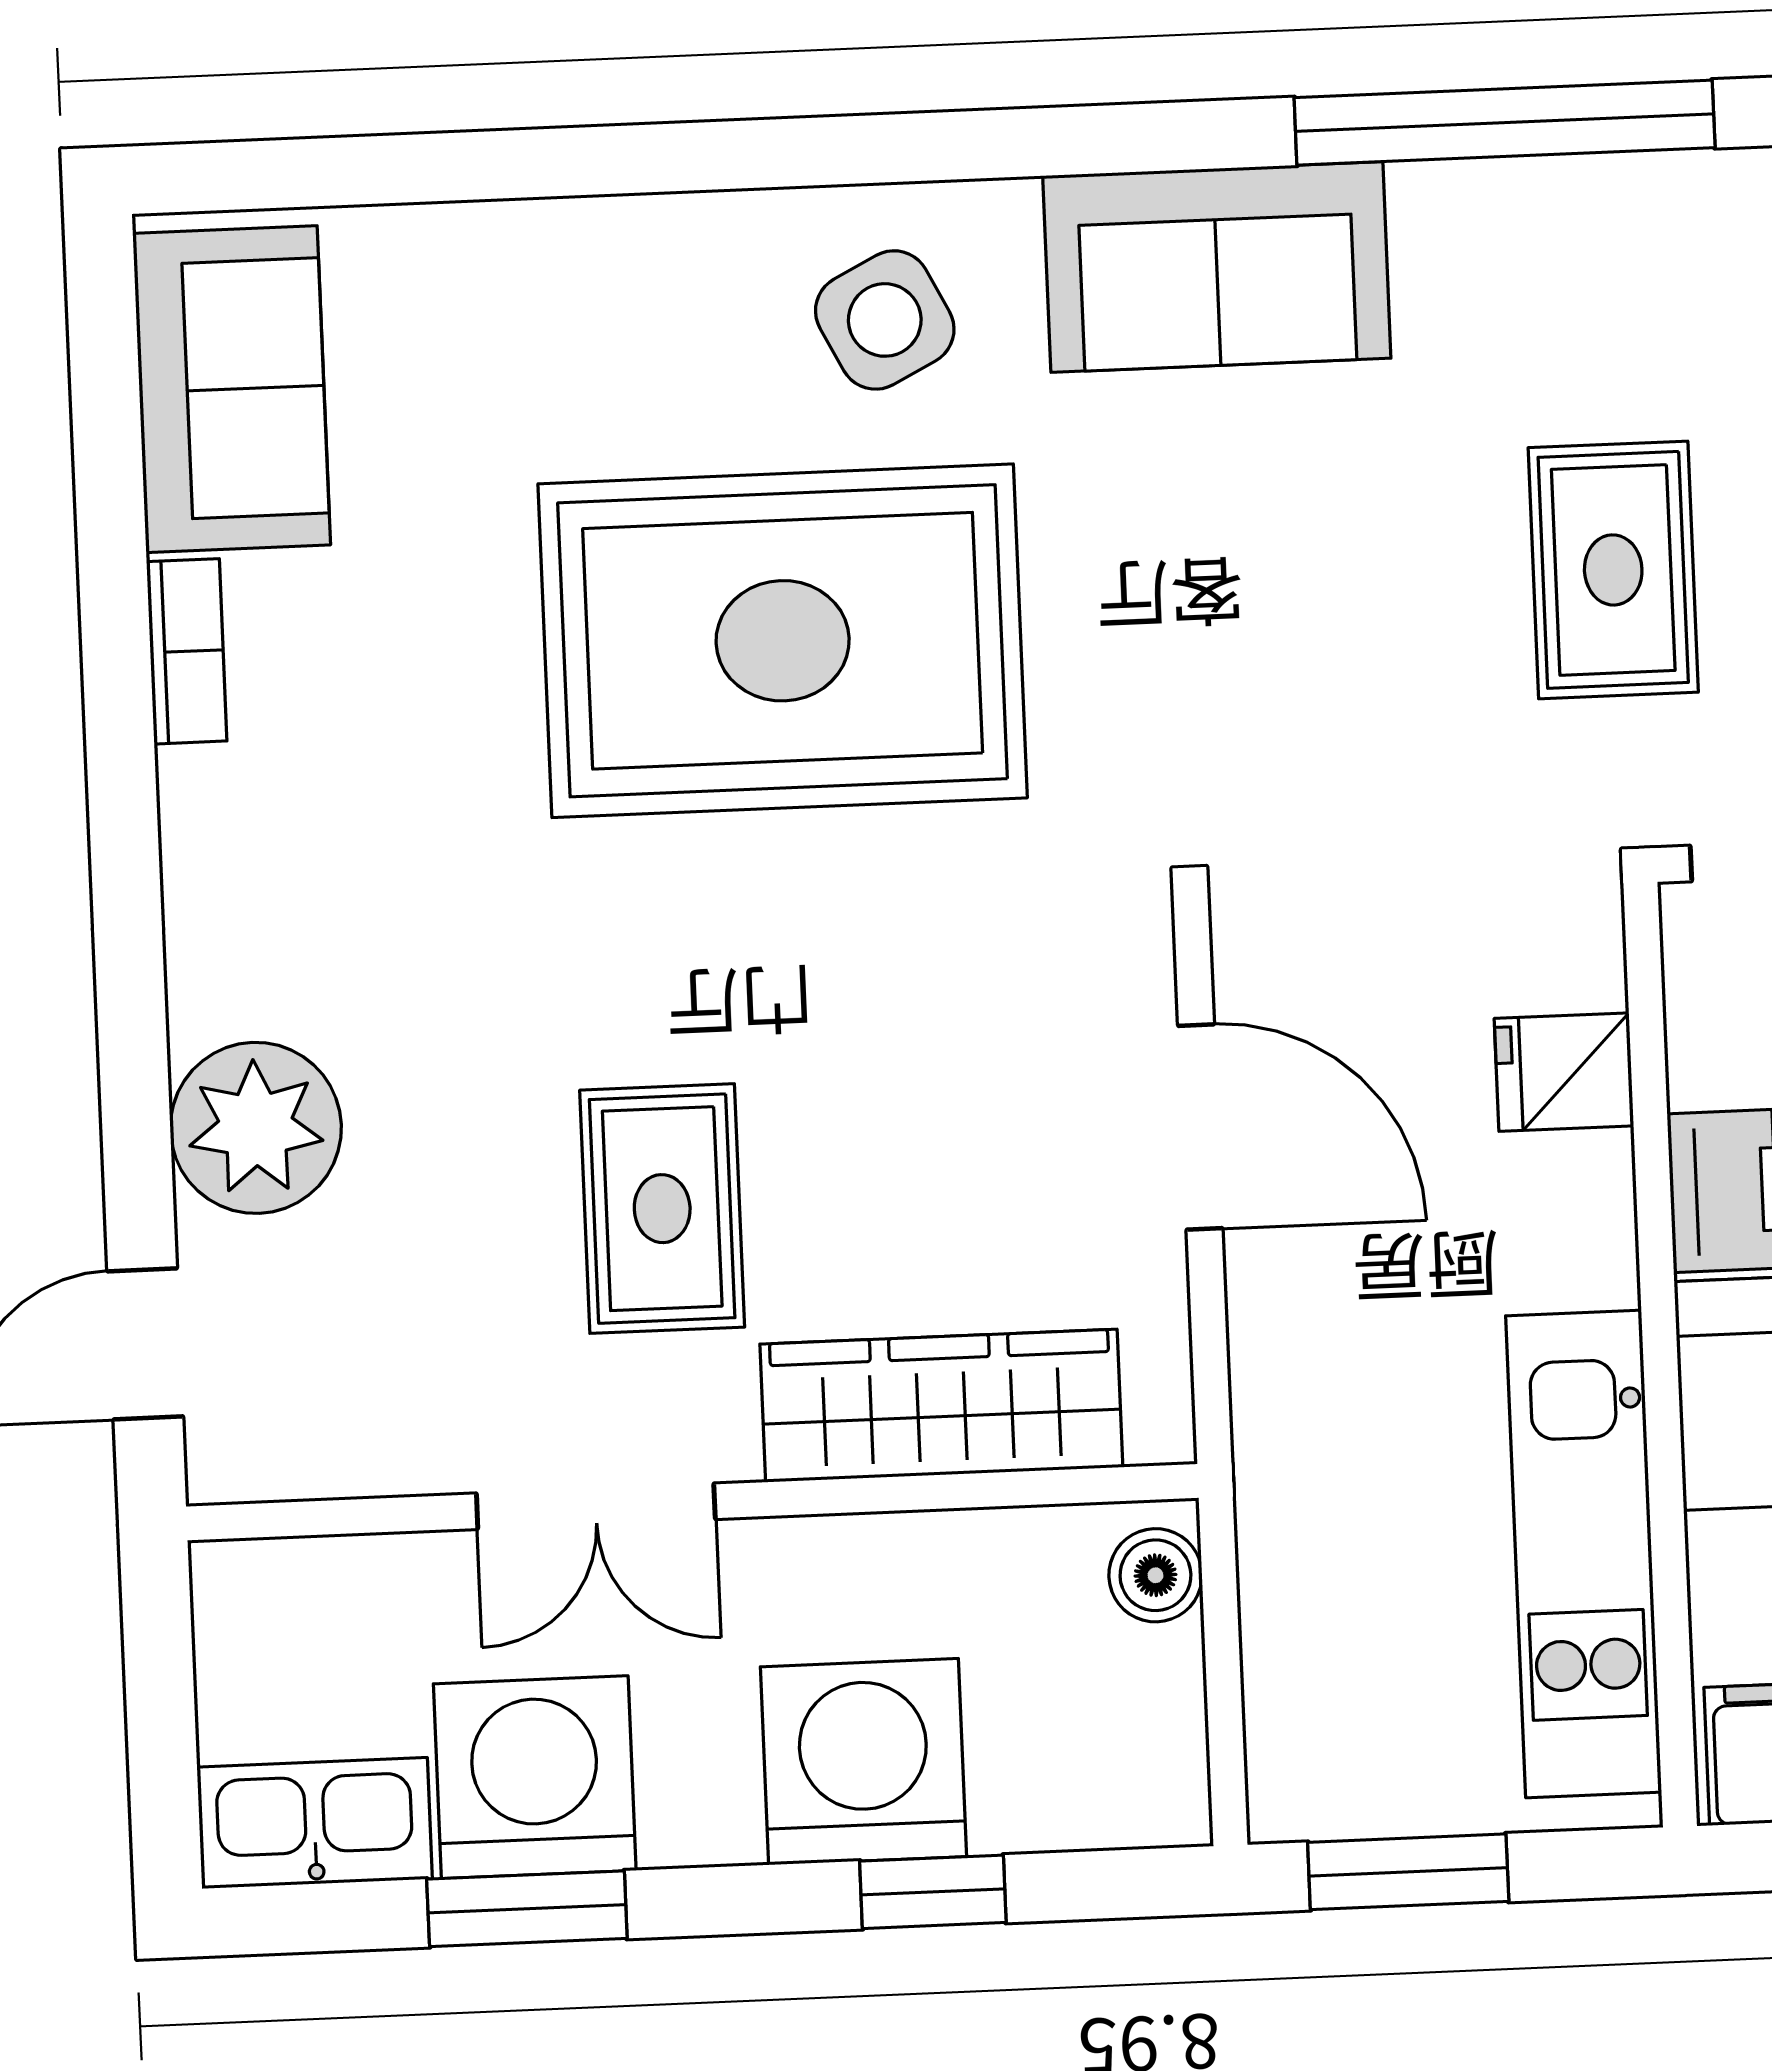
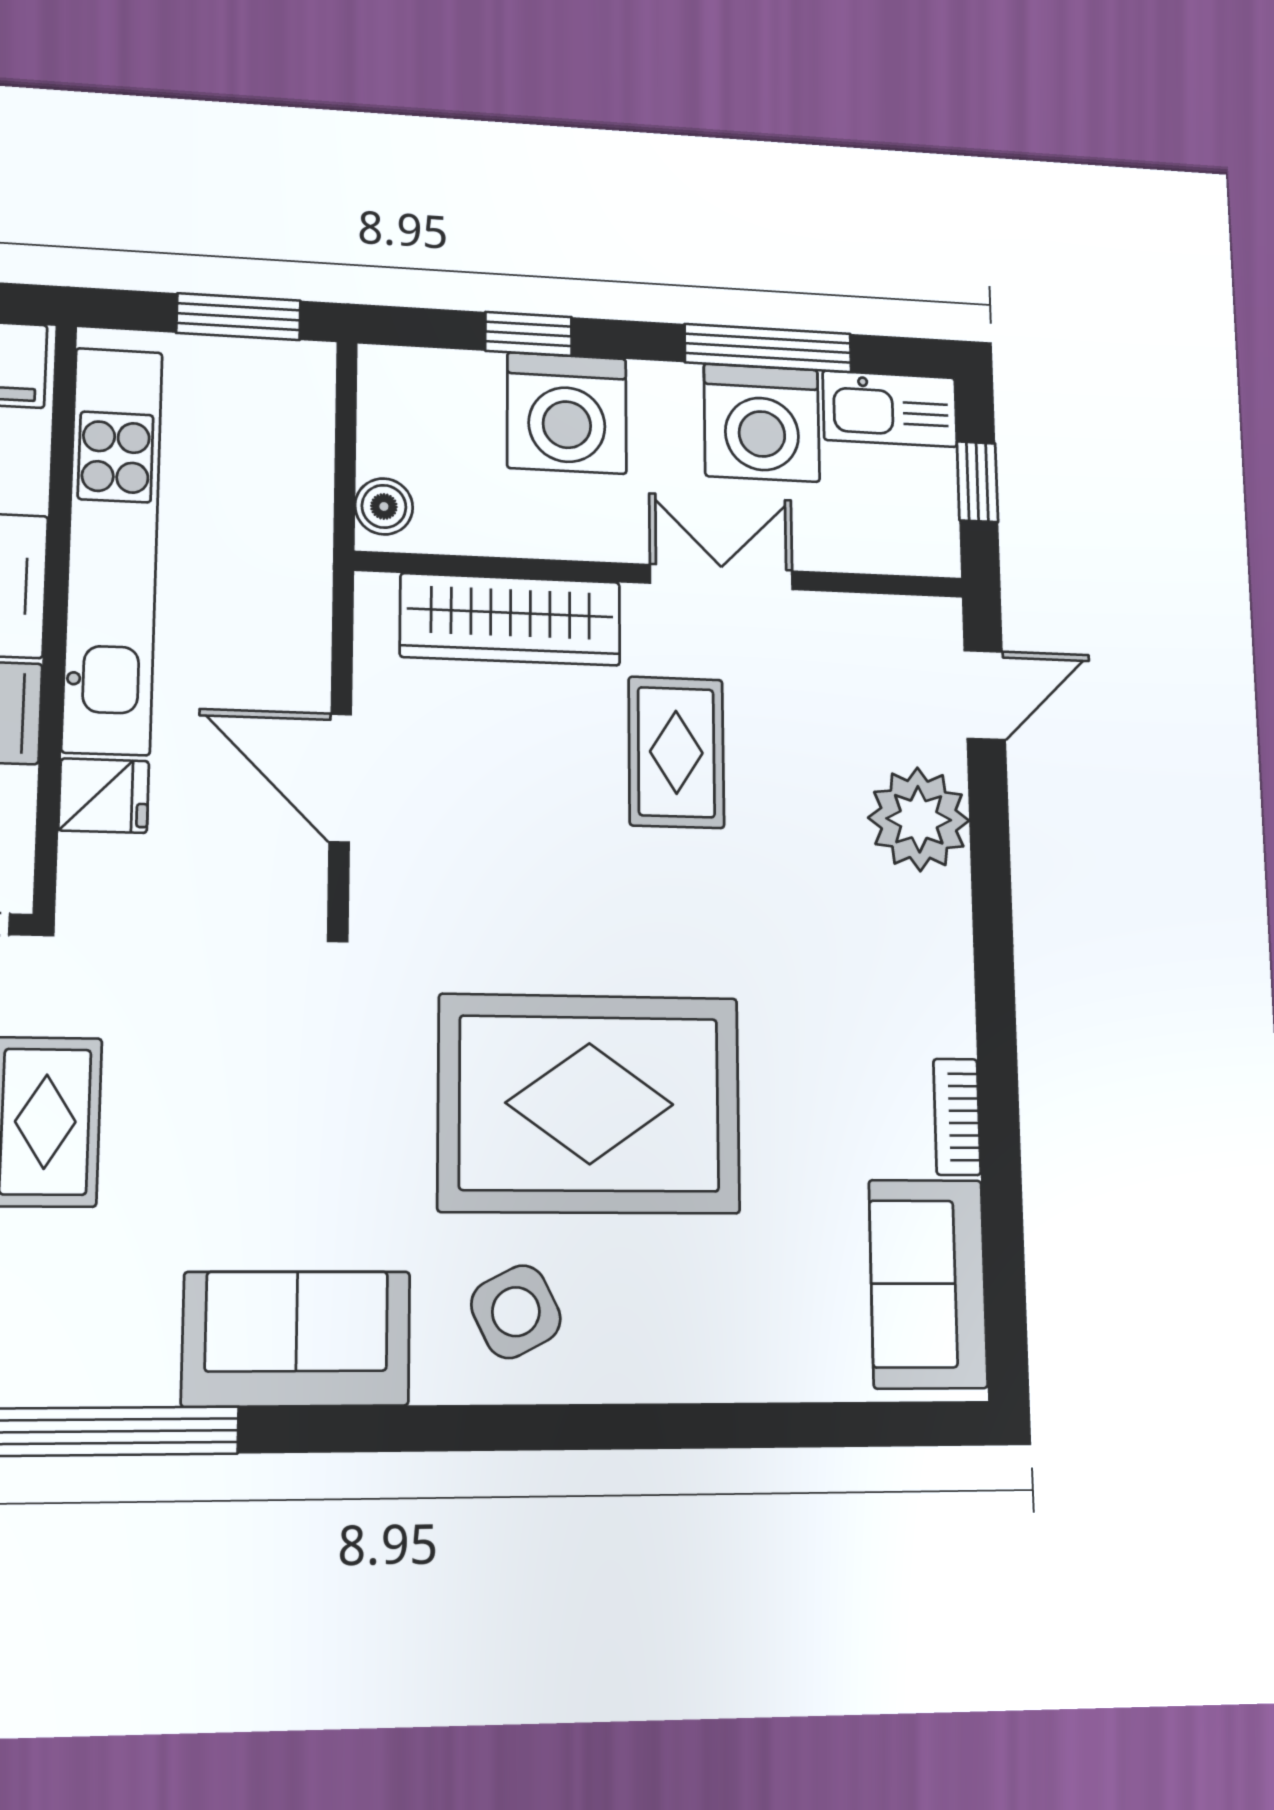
kitchen unit: (1584, 1554) -> (113, 549), width x1.36
window: (161, 1710) -> (977, 482), added
window: (527, 1909) -> (768, 348), width x1.44

